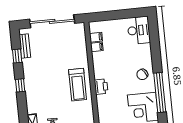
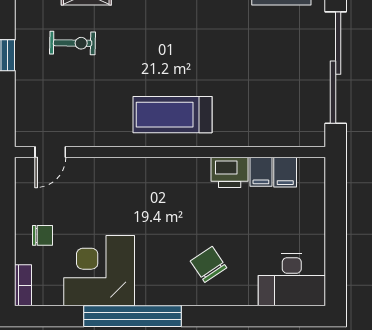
chair: (142, 74) -> (208, 264), moved
printer: (101, 87) -> (230, 172), moved

